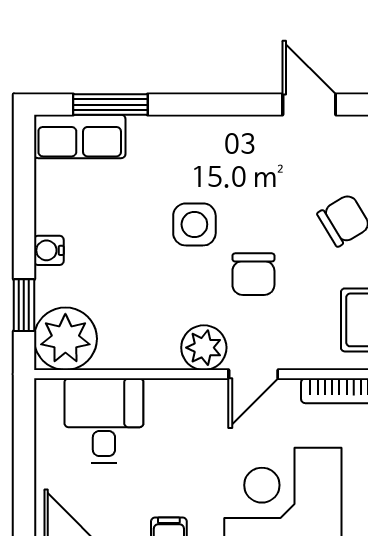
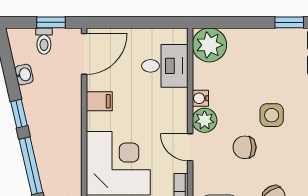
water cooler: (49, 250) -> (200, 98), moved, turned -90
window: (24, 305) -> (289, 22), moved

